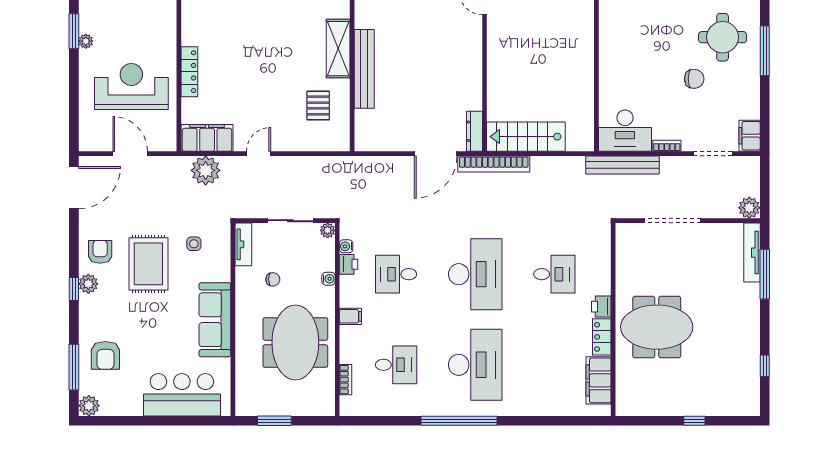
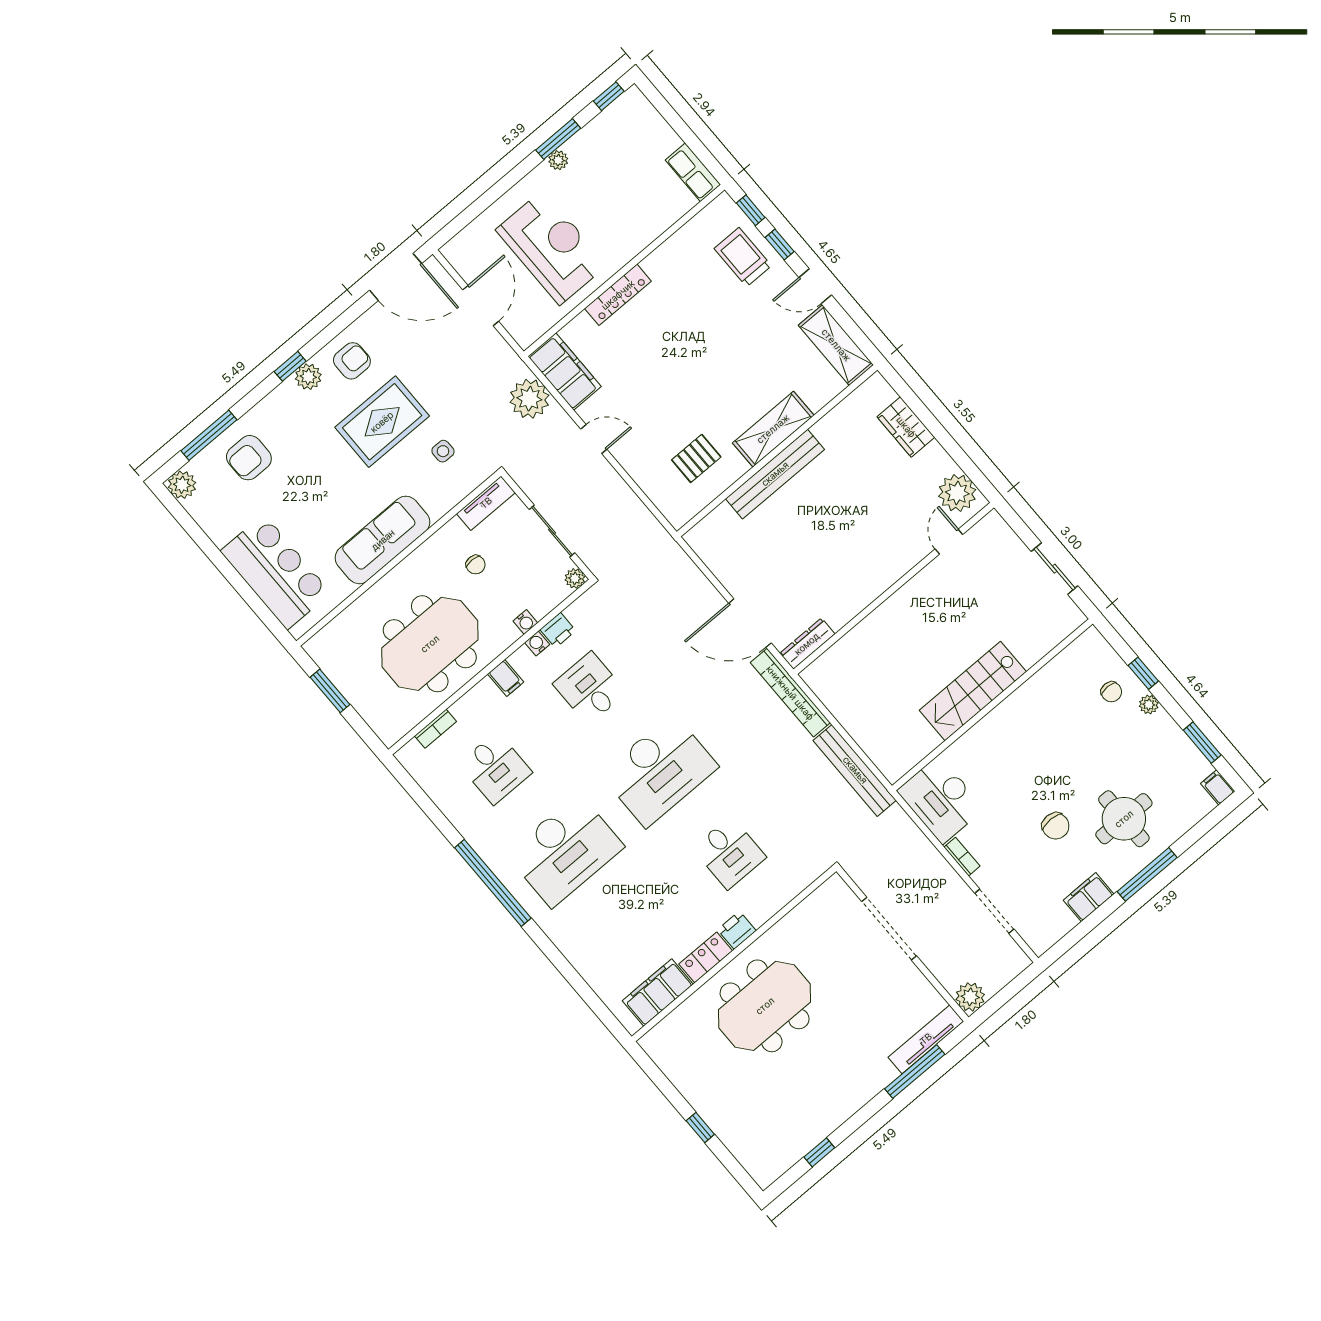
filing cabinet: (750, 136) -> (1089, 897), moved
stairs: (526, 137) -> (973, 691), moved, turned -90
bench: (622, 165) -> (855, 770), moved
water cooler: (346, 246) -> (537, 644), moved
meeting table: (657, 327) -> (765, 1006), turned 90

